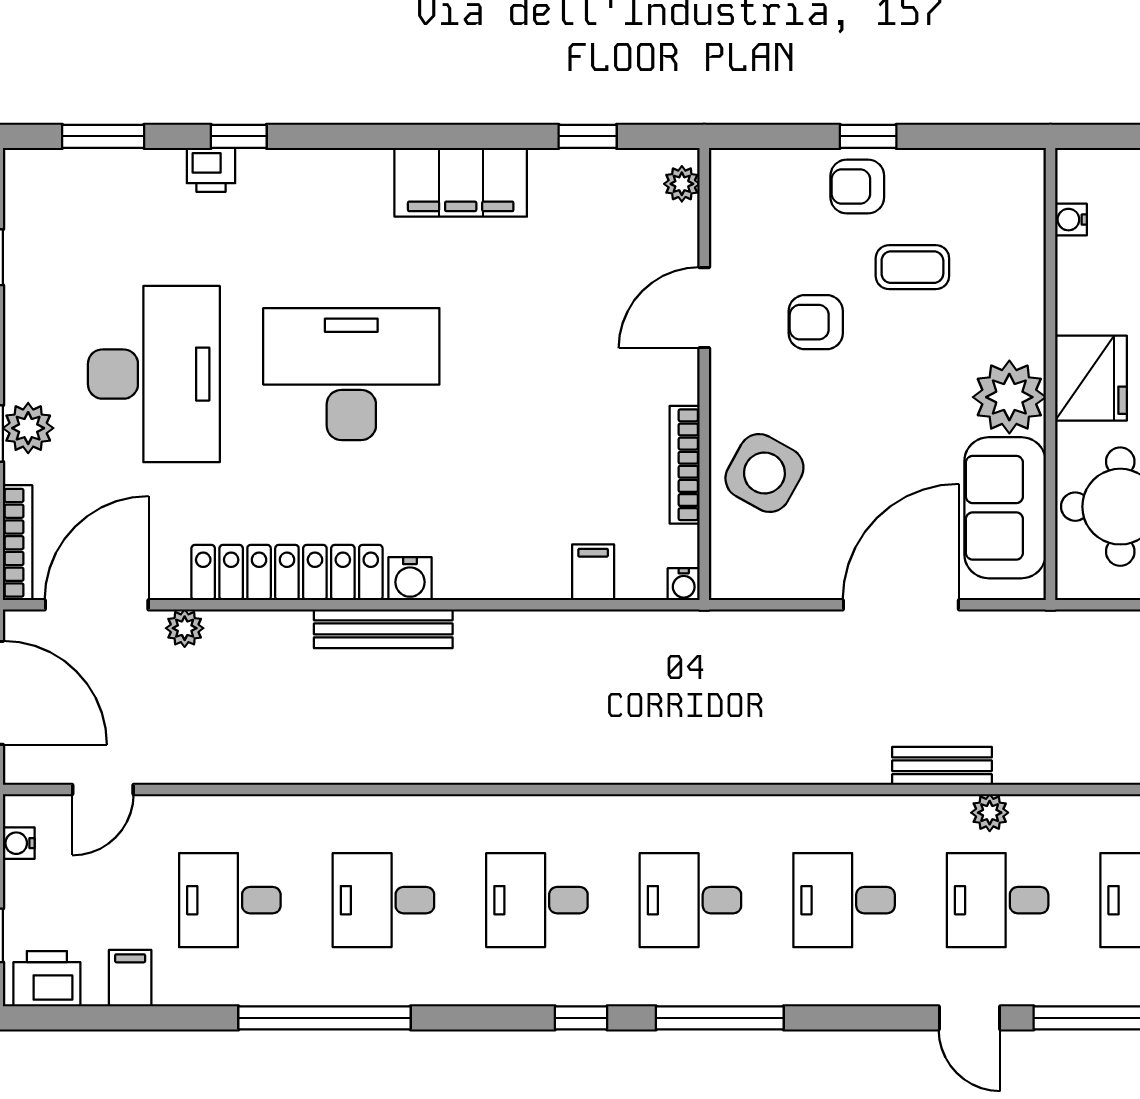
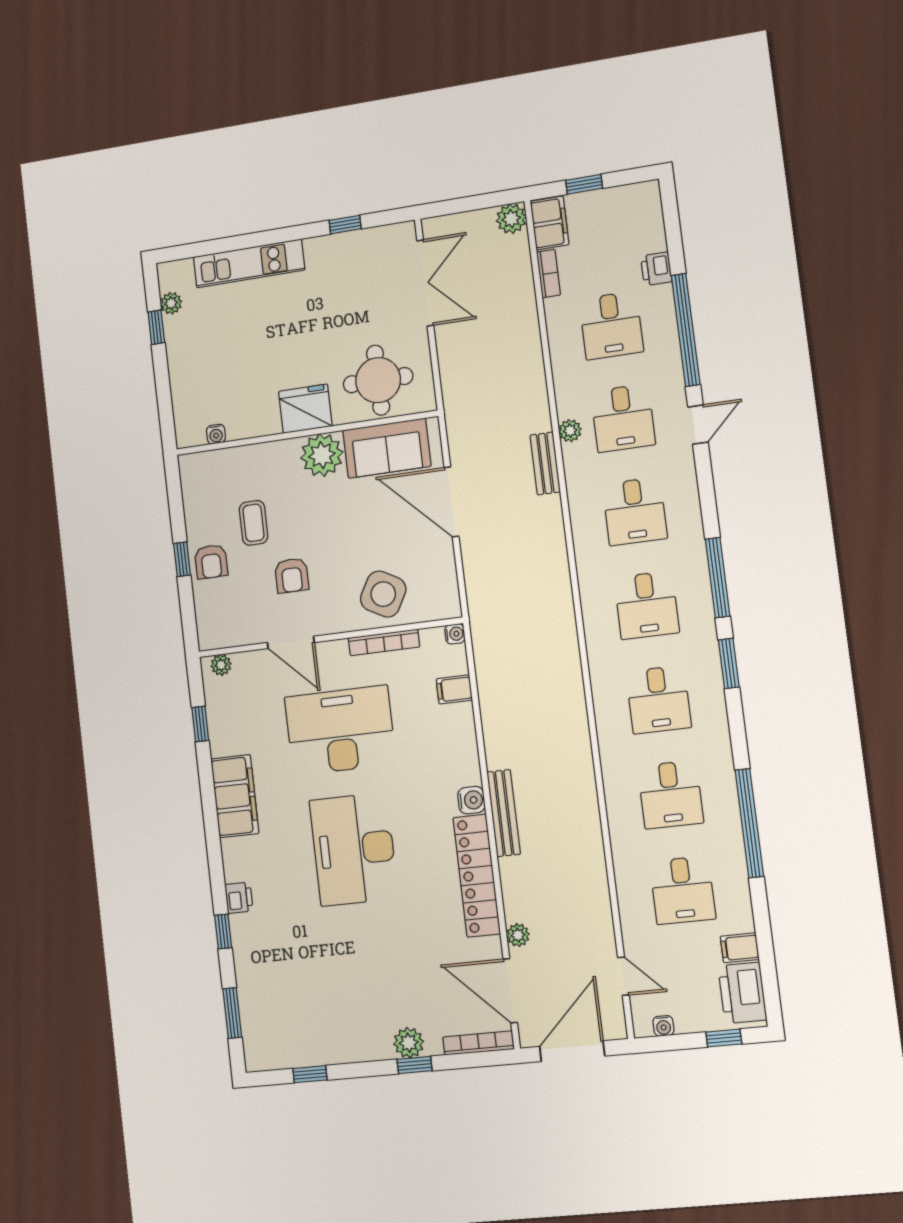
printer: (211, 170) -> (239, 898), moved
desk: (154, 374) -> (340, 730), moved
printer: (47, 979) -> (742, 993), width x1.37, depth x1.19
window: (581, 1018) -> (729, 663), width x1.50

